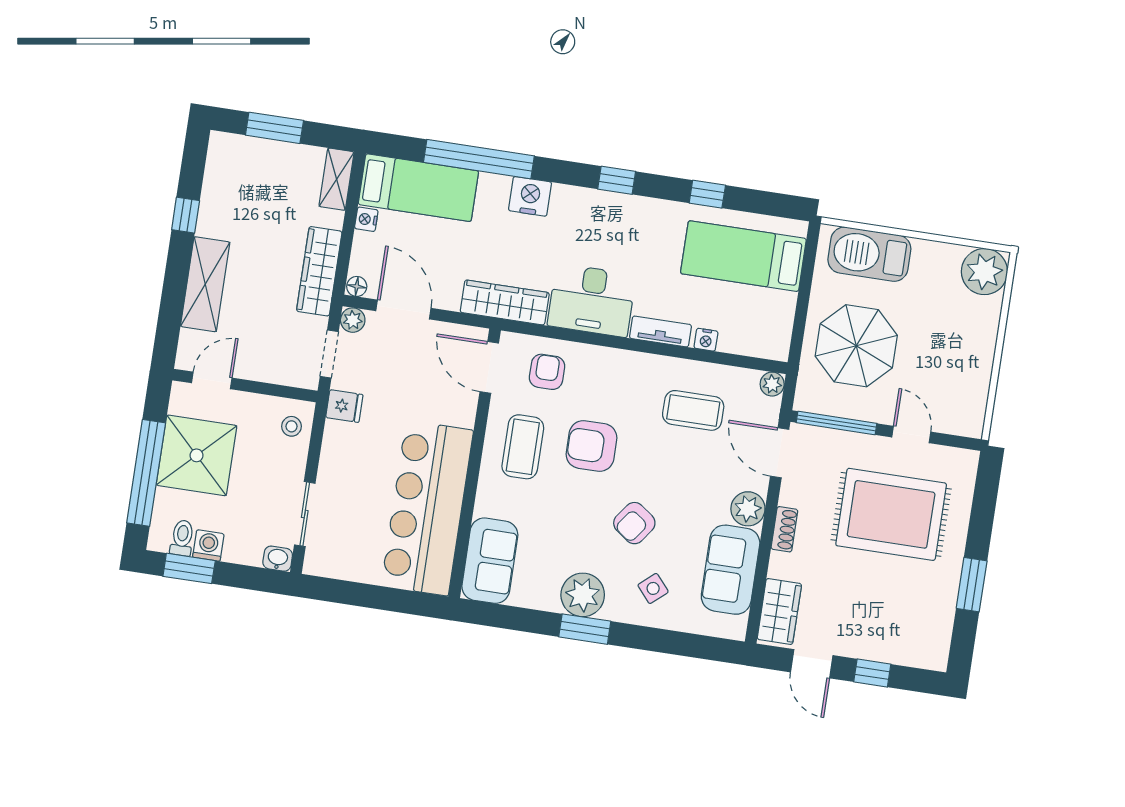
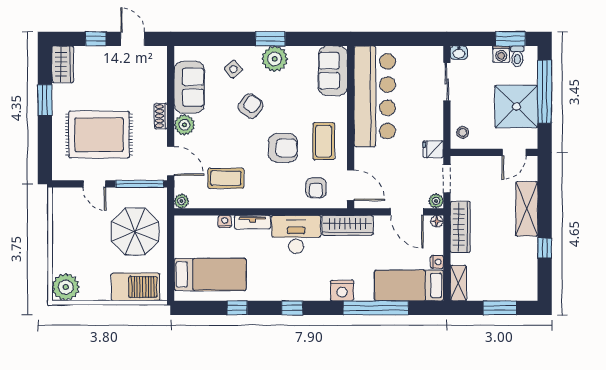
wardrobe: (779, 612) -> (63, 64), moved, turned 180

